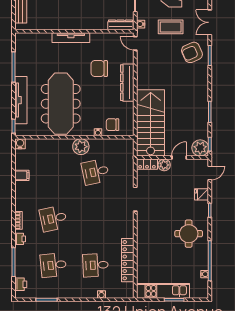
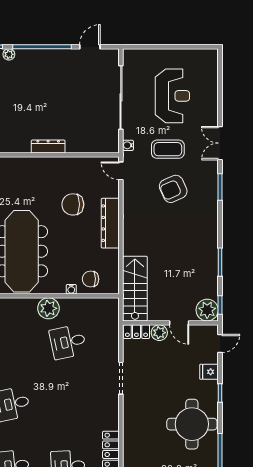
dresser: (120, 25) -> (48, 146), moved
tv unit: (71, 38) -> (35, 163), removed
armchair: (192, 52) -> (173, 189), moved
stairs: (151, 123) -> (135, 289), width x0.73, depth x0.66
door: (179, 158) -> (179, 323), swing flipped
round table: (189, 234) -> (192, 424), width x1.36, depth x1.36

